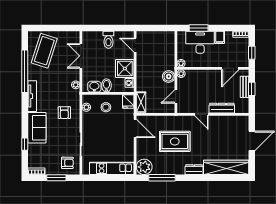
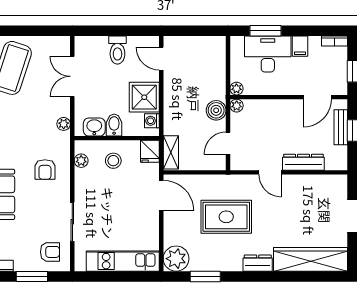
window: (162, 178) -> (205, 276), width x0.69

